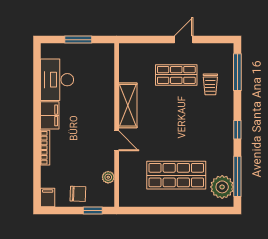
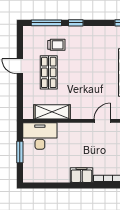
desk: (57, 80) -> (40, 136), moved, turned 180
shelving: (128, 105) -> (52, 112), moved
window: (237, 130) -> (76, 23), moved

